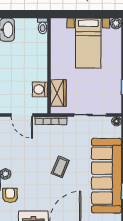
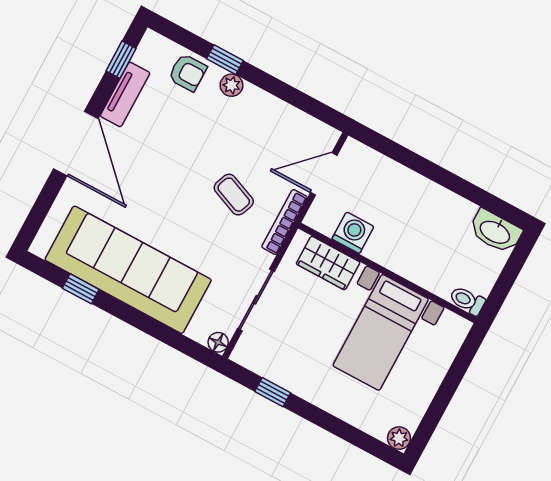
bed with nightstands: (88, 43) -> (381, 332), moved, turned -90
coffee table: (60, 167) -> (234, 195), moved

